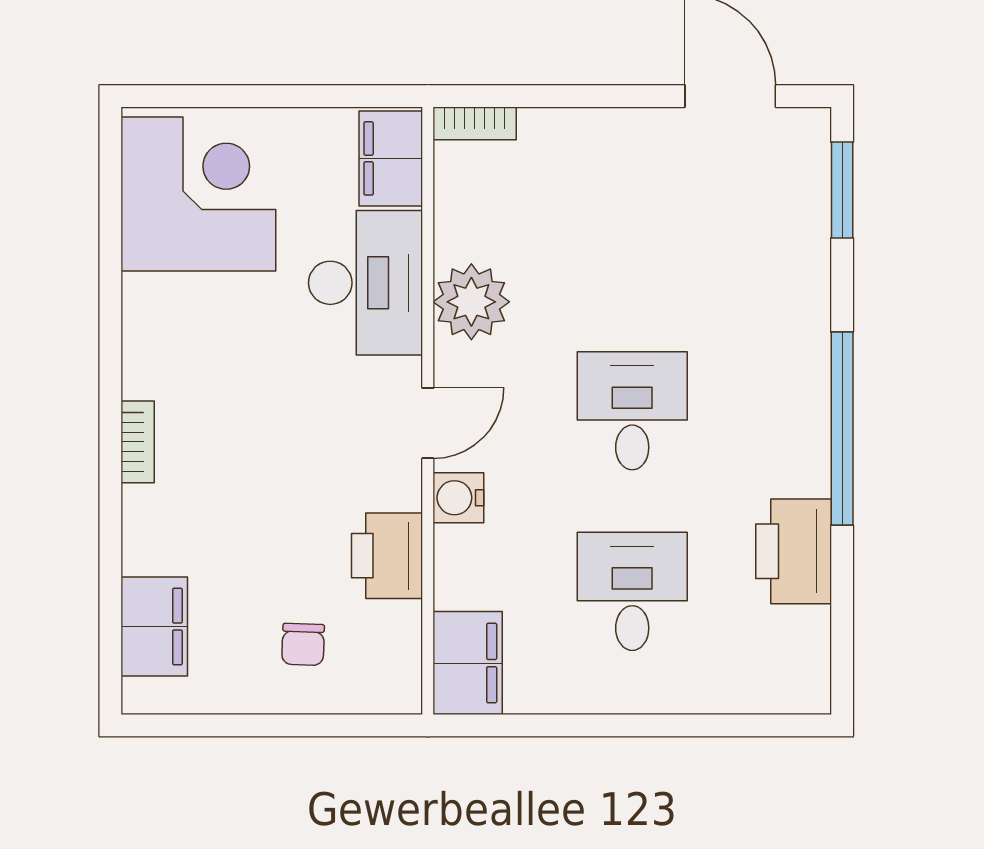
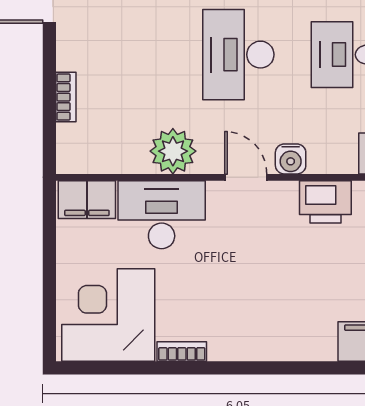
bookcase: (475, 123) -> (66, 97), moved
desk: (632, 411) -> (238, 55), width x1.37
bookcase: (138, 442) -> (182, 352), moved

